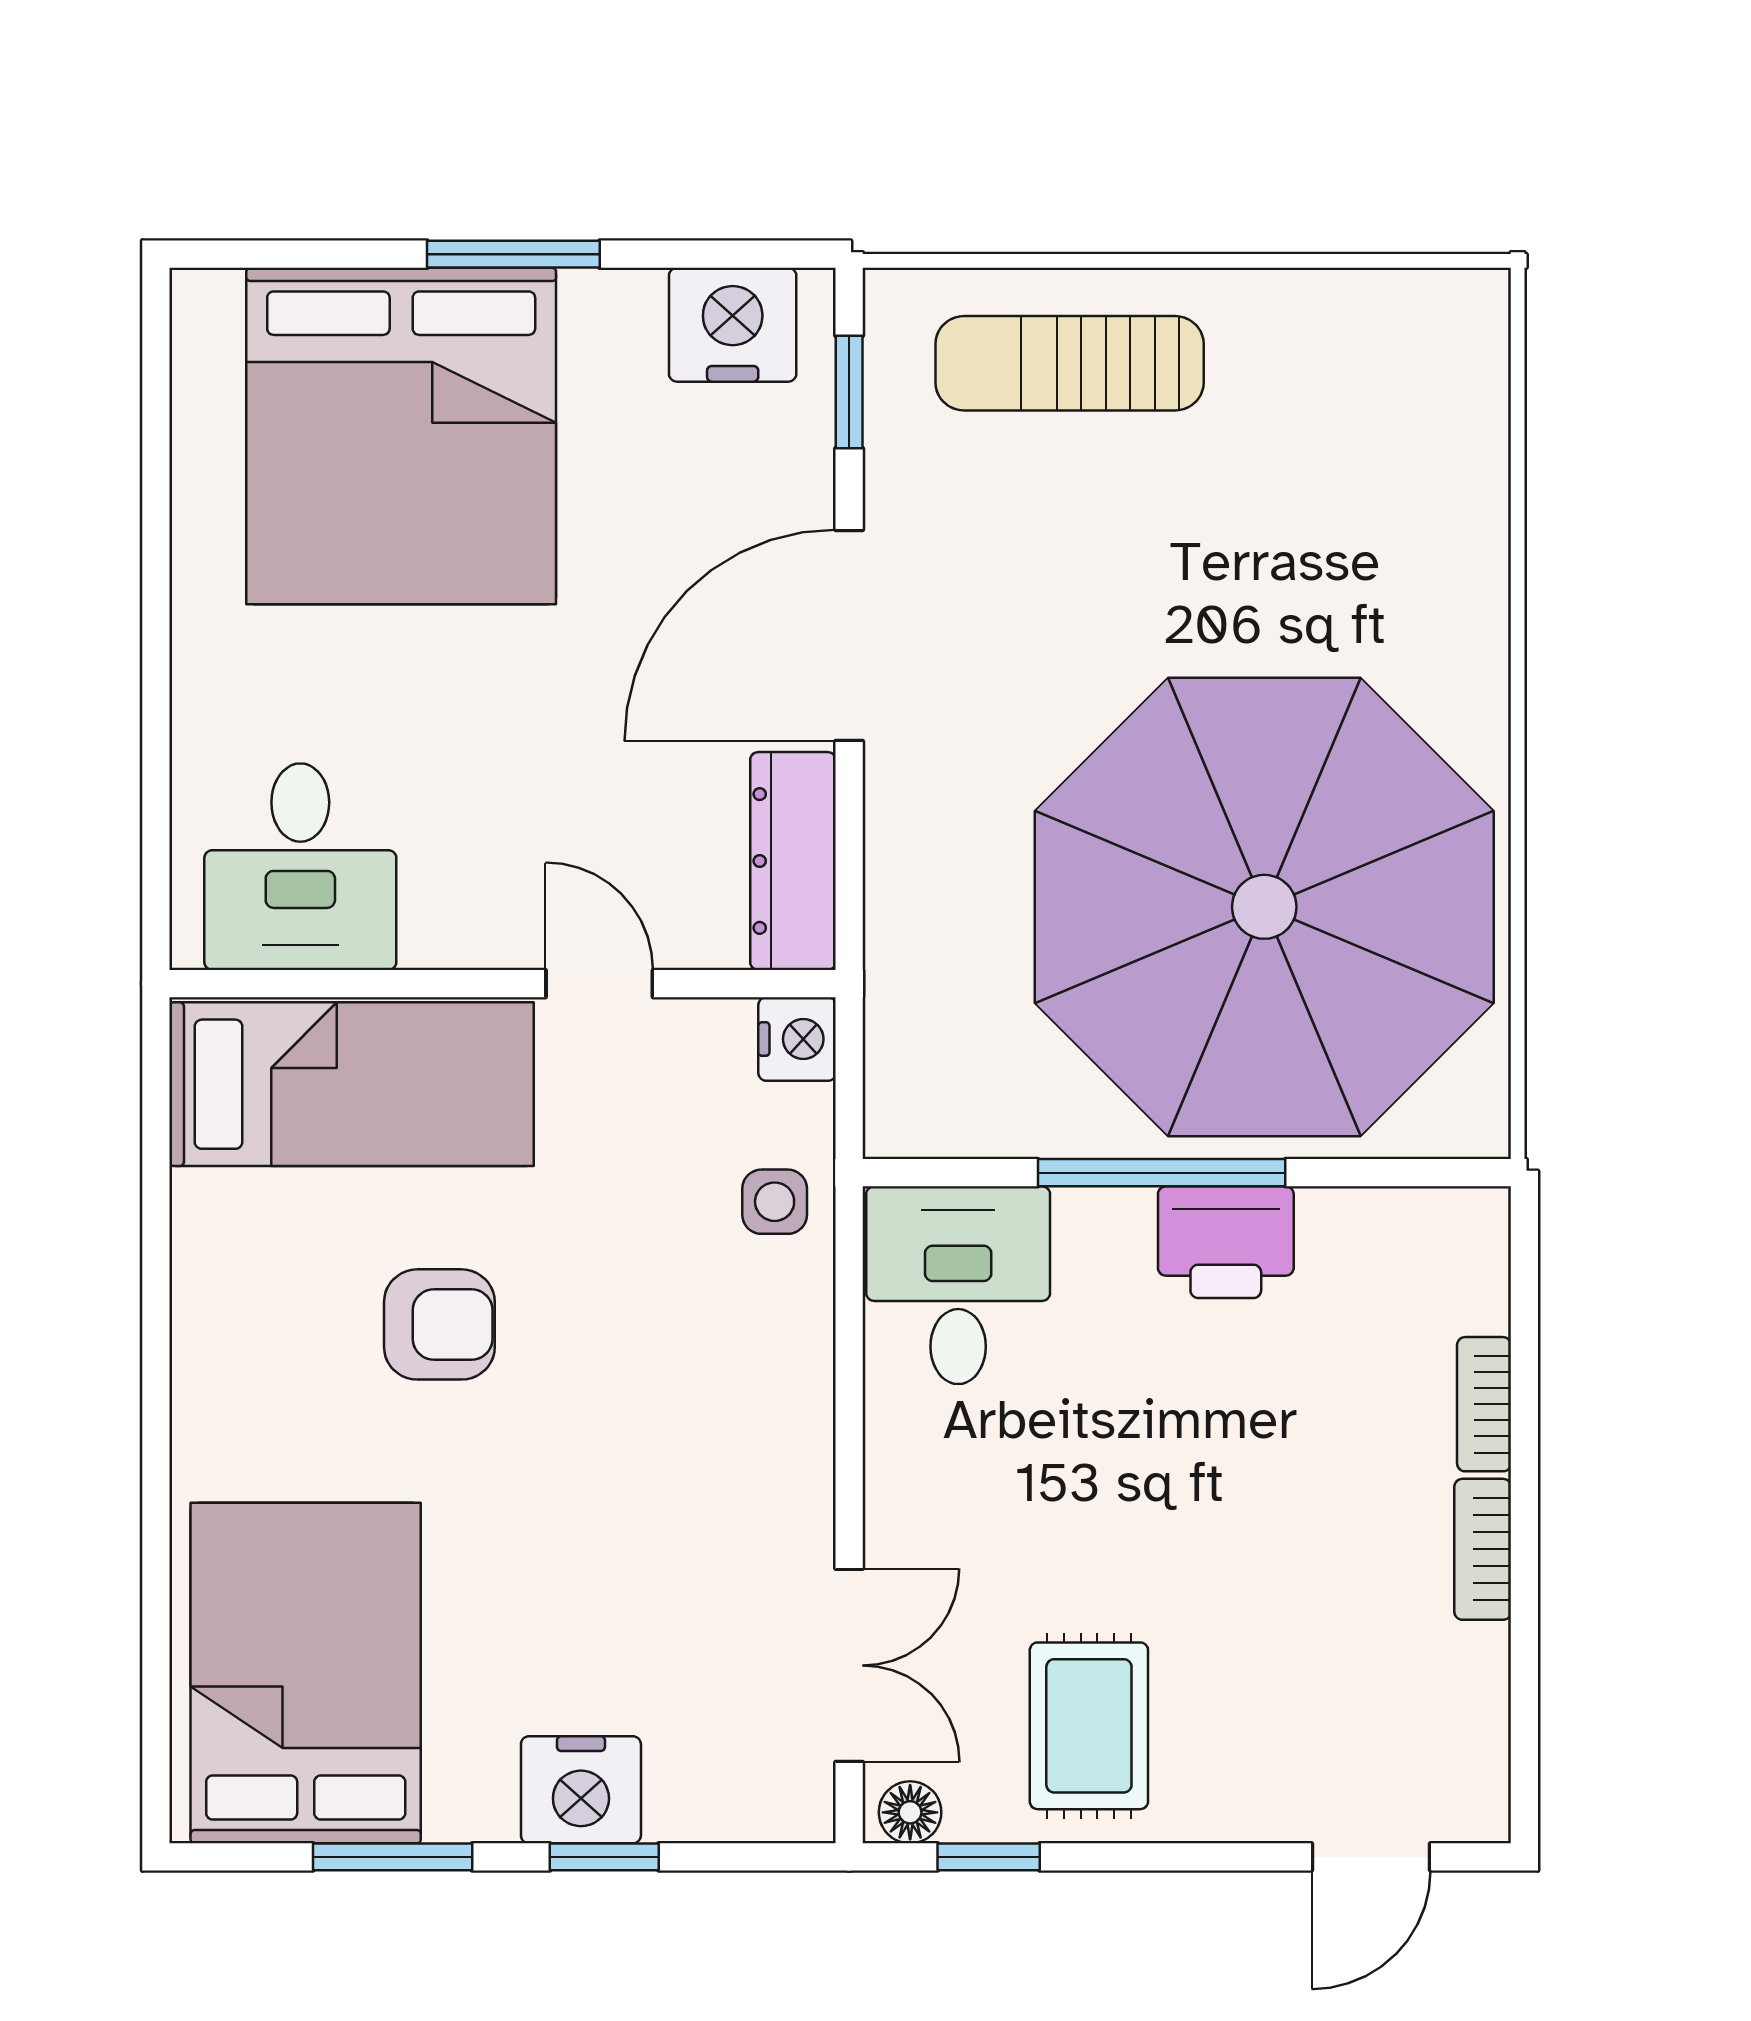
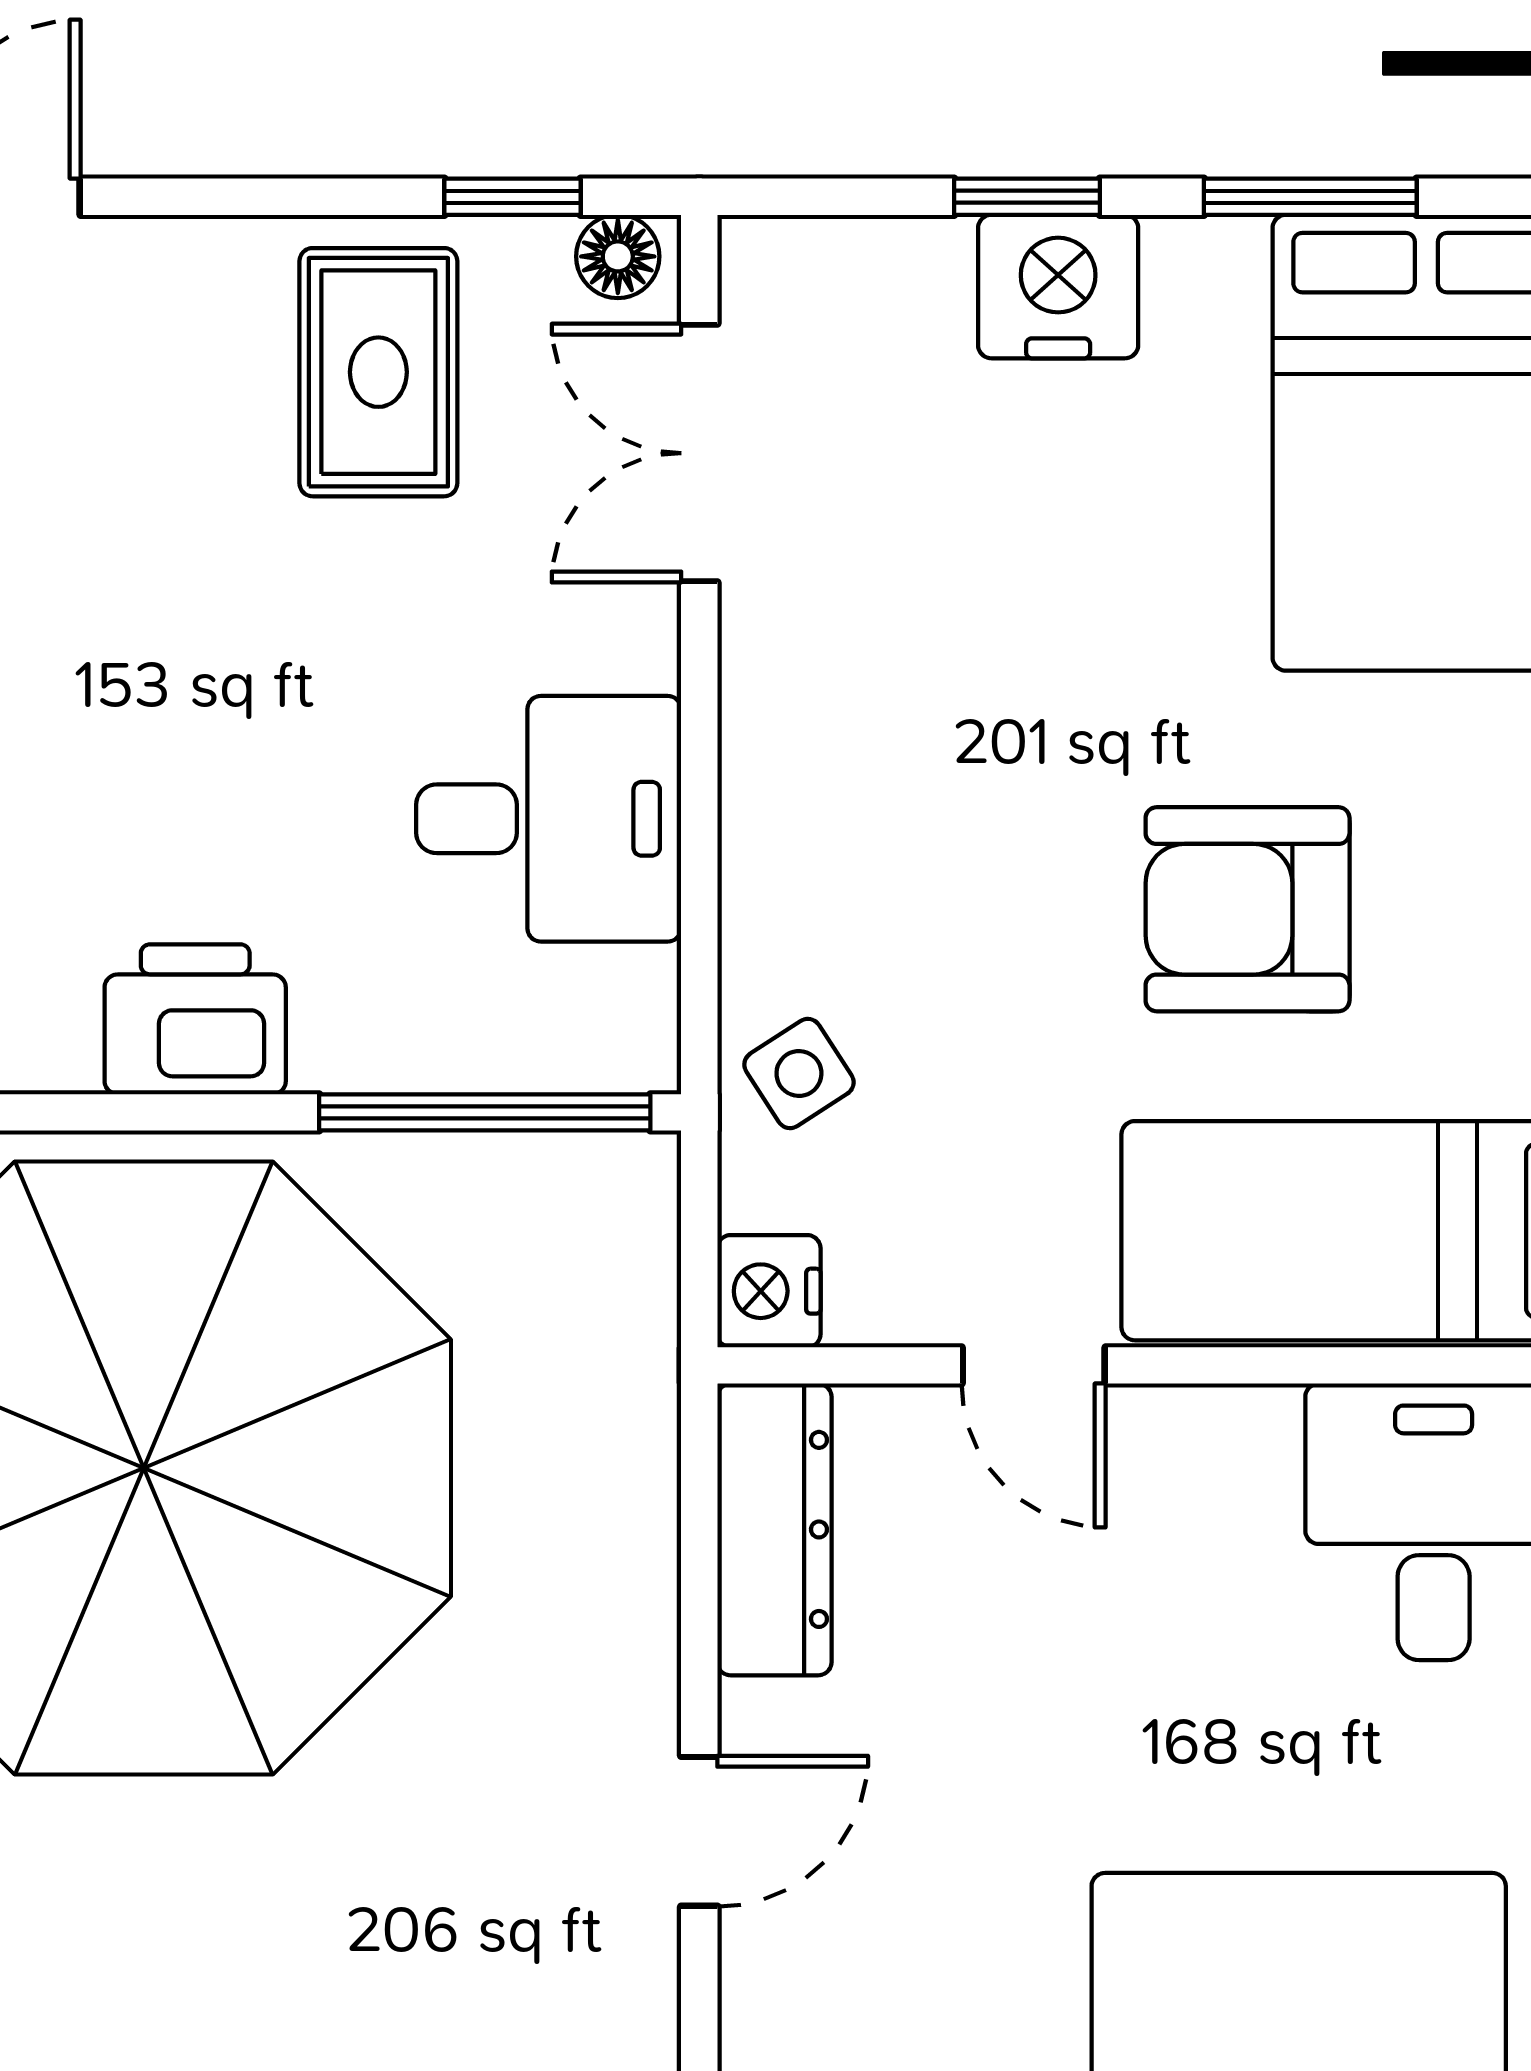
door: (849, 635) -> (699, 1831), width x0.53
window: (1162, 1173) -> (485, 1112), moved
side table: (775, 1202) -> (799, 1074), turned -33
desk: (958, 1285) -> (549, 819), moved, turned -90
armchair: (439, 1324) -> (1248, 909), width x1.38, depth x1.38

